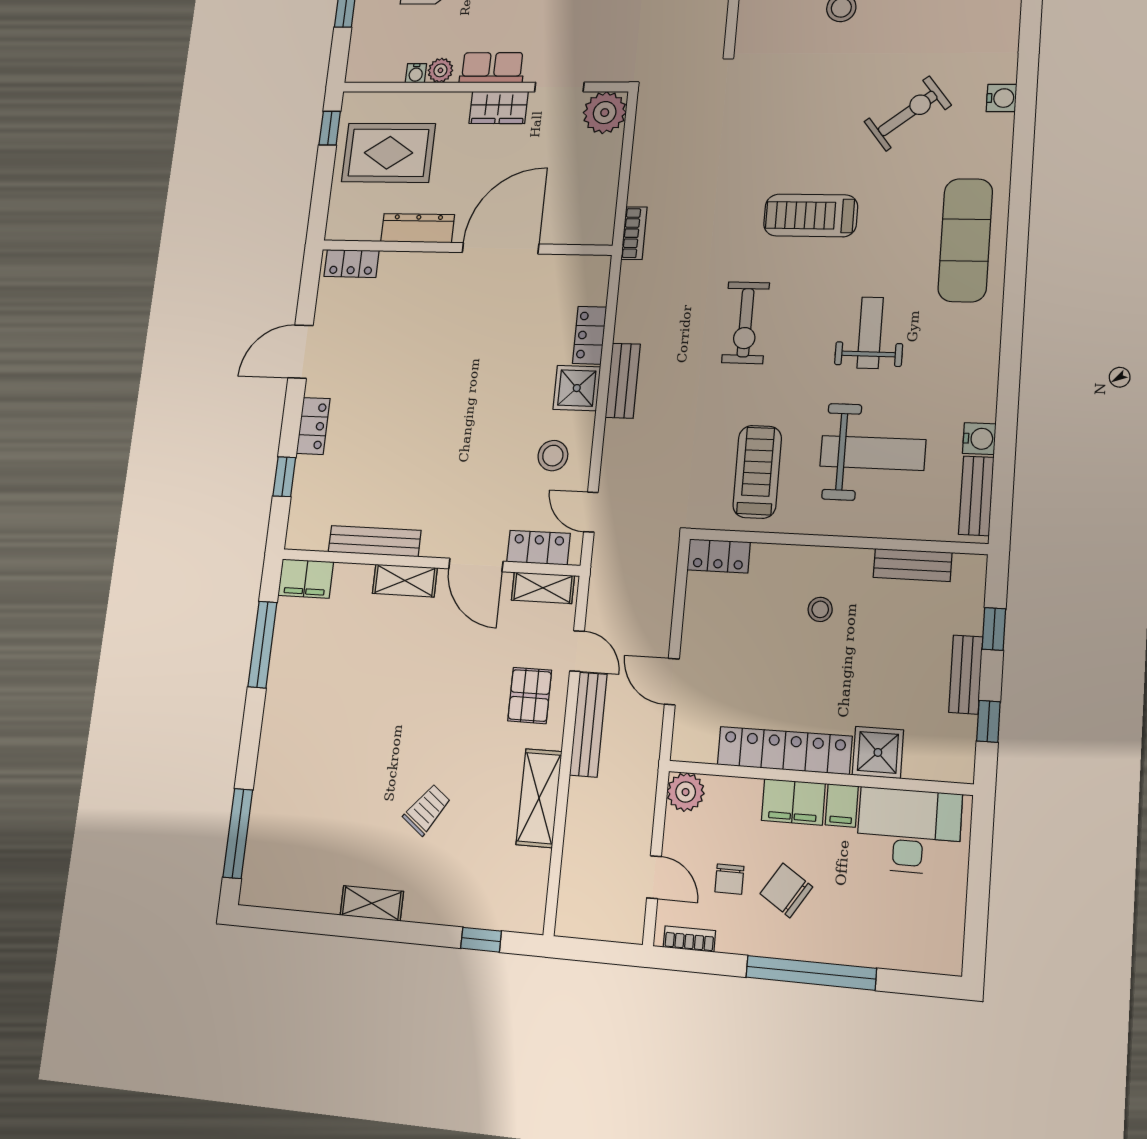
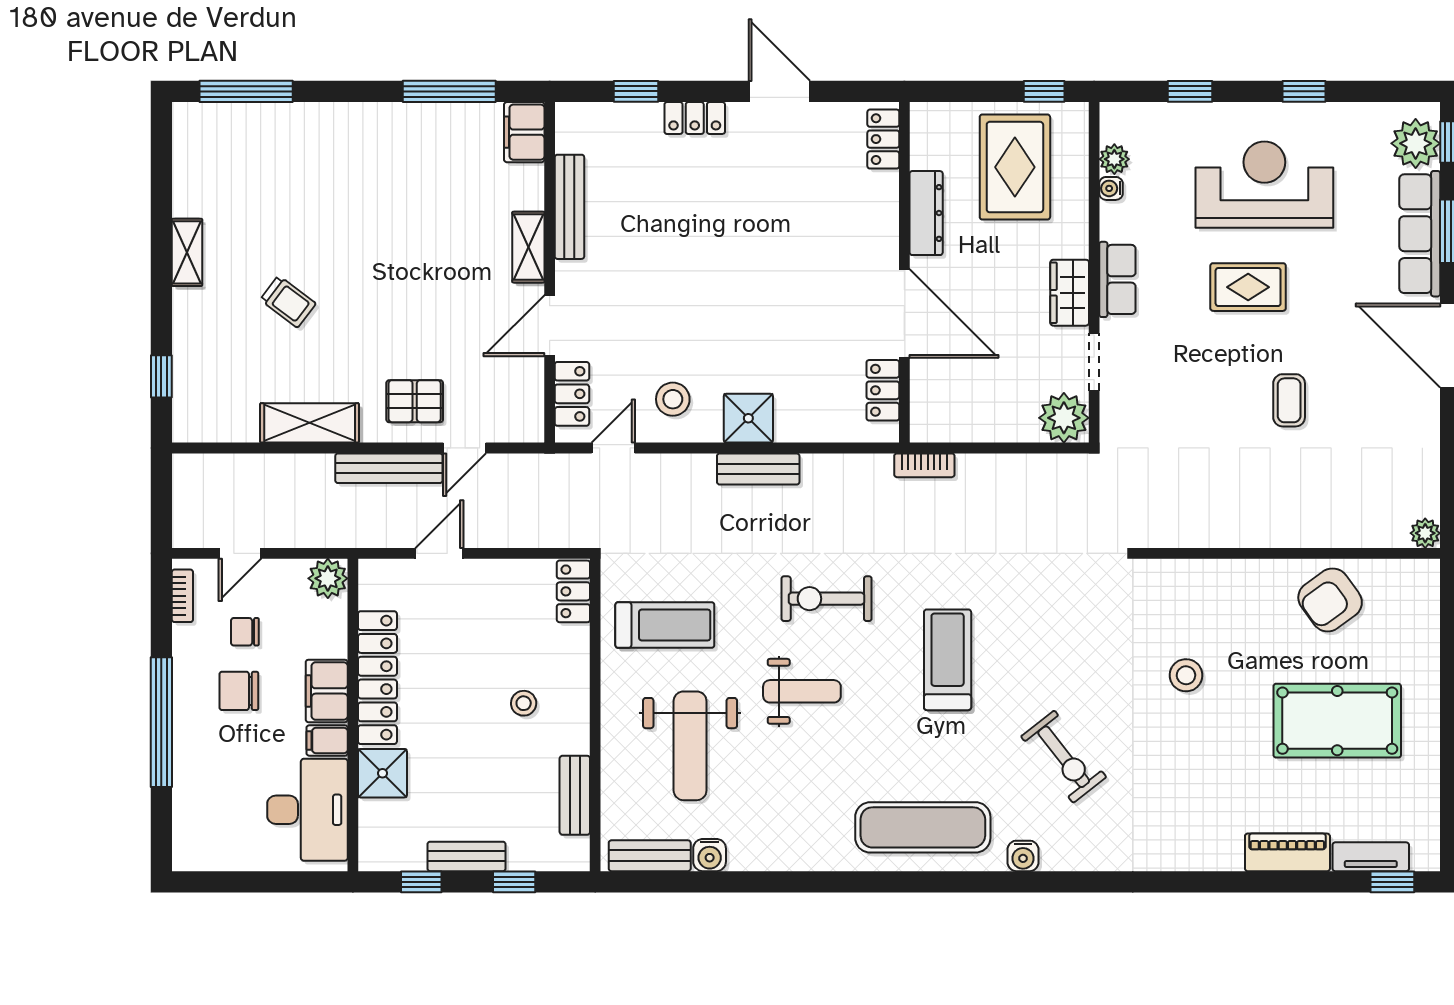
plant: (440, 70) -> (1114, 159), moved
water cooler: (1001, 98) -> (1023, 856), moved
weight bench: (870, 333) -> (802, 691), moved
locker: (590, 335) -> (883, 390), moved, turned -90
shelving: (543, 588) -> (529, 403), removed
chair: (786, 890) -> (239, 691), turned -123

